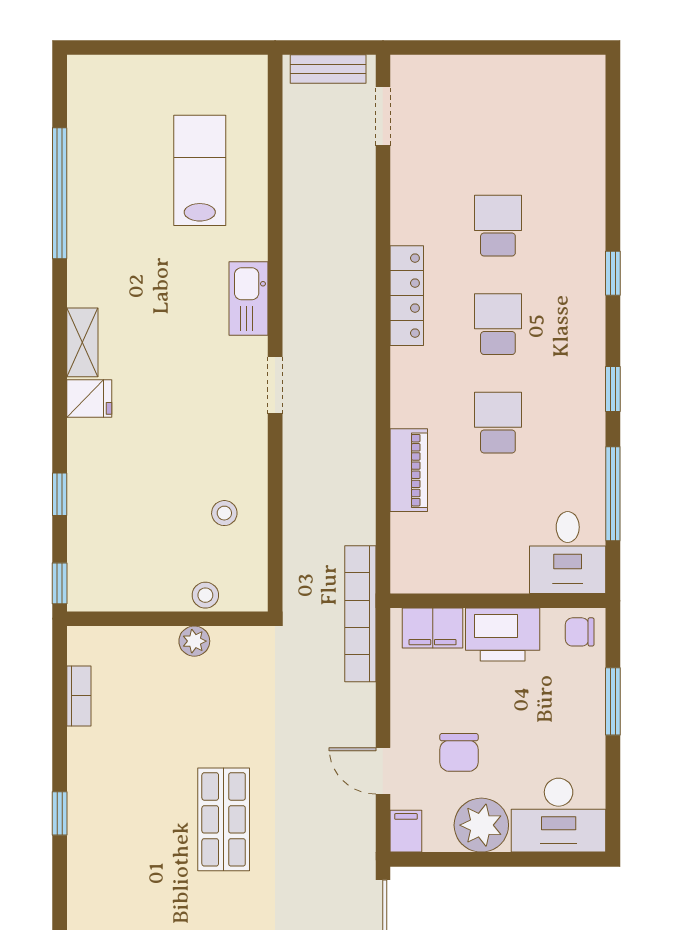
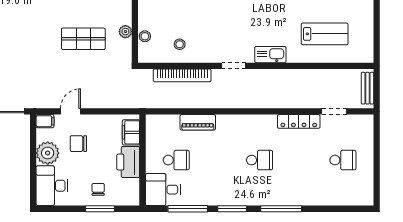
doorway: (383, 116) -> (334, 111), moved
school desk: (498, 226) -> (343, 160), moved
window: (613, 273) -> (281, 209), width x2.17
locker: (407, 296) -> (299, 121), moved
window: (613, 389) -> (232, 209), width x1.50
school desk: (498, 423) -> (176, 160), moved
bookcase: (360, 614) -> (182, 75), moved, turned 180
chair: (580, 632) -> (98, 189), moved
shop shelf: (224, 819) -> (83, 39), moved

